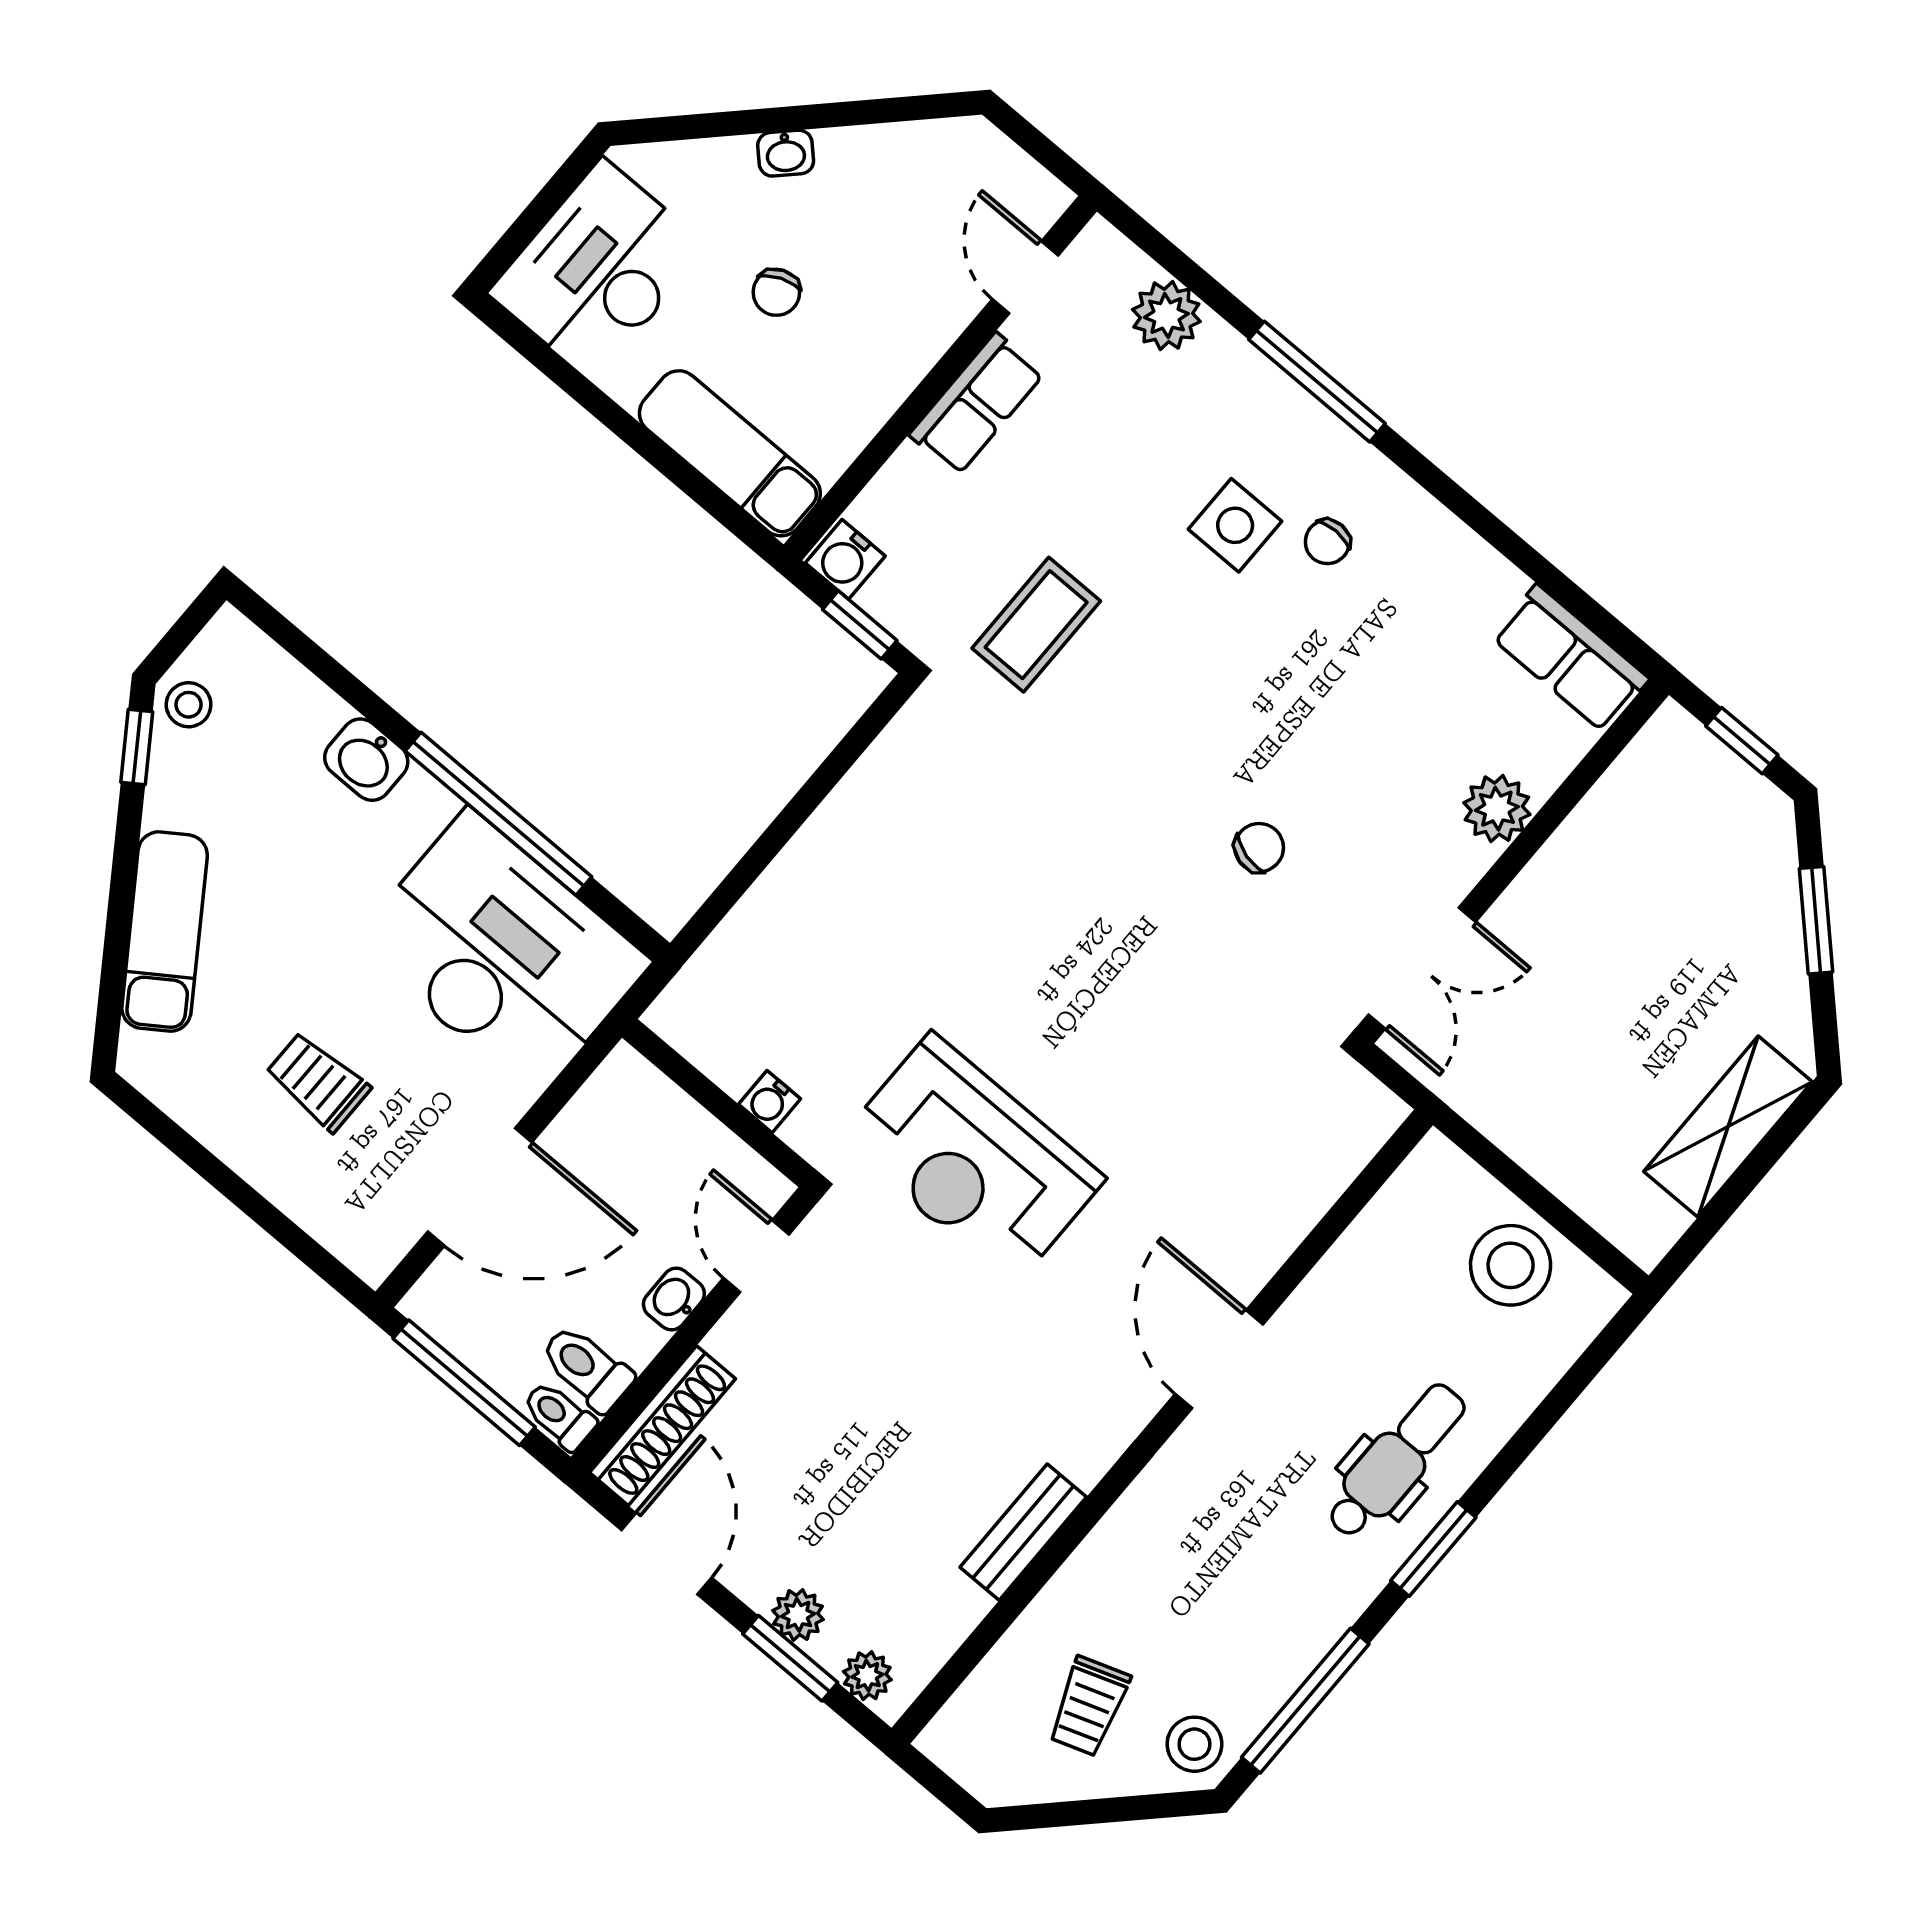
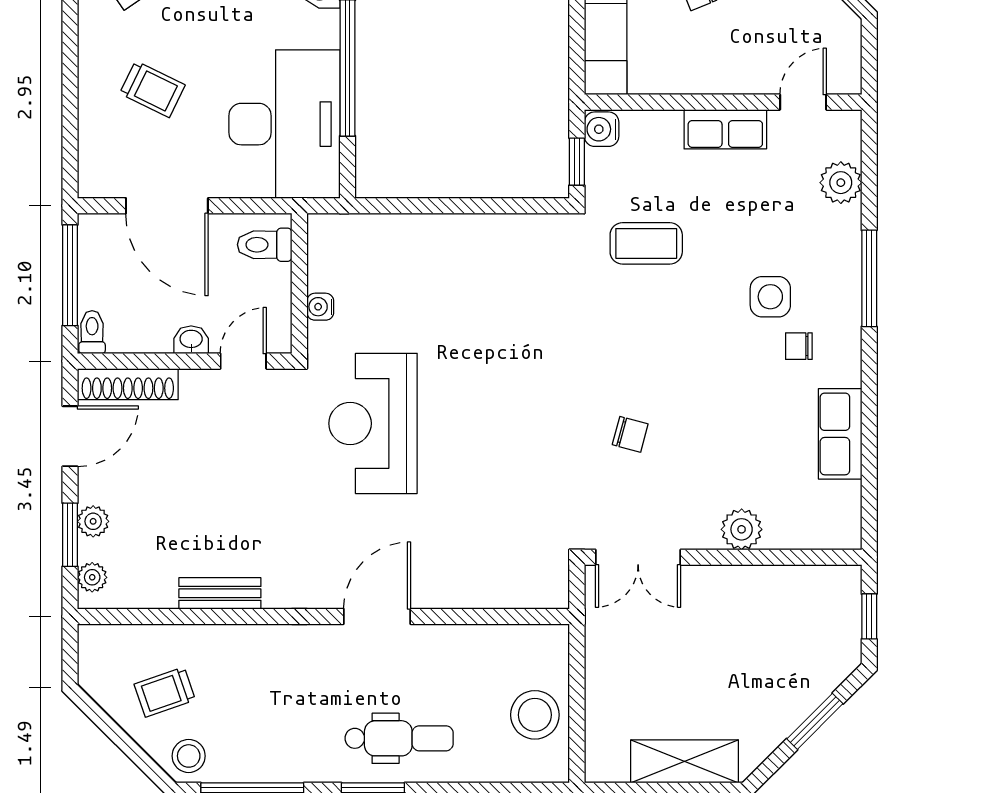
row of seats: (1570, 658) -> (840, 434), moved
trolley: (318, 1082) -> (152, 89), turned 116
toilet: (587, 1368) -> (265, 245), moved, turned -90

